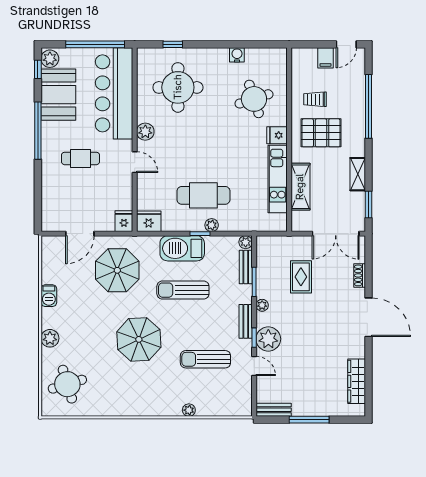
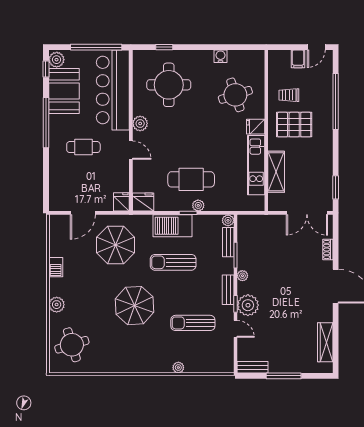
shelving: (358, 174) -> (326, 161), removed
rug: (301, 277) -> (276, 251), removed

